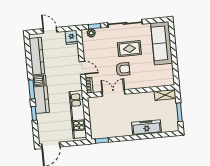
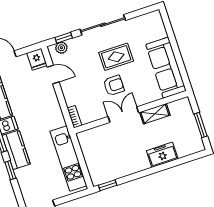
sofa: (162, 43) -> (166, 68), moved
door: (82, 68) -> (53, 75), moved
double door: (113, 93) -> (123, 115), moved
shelving: (165, 95) -> (155, 114), moved
freezer: (147, 127) -> (162, 155), width x0.71

